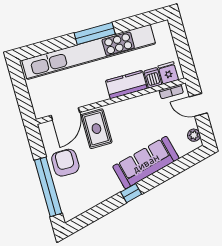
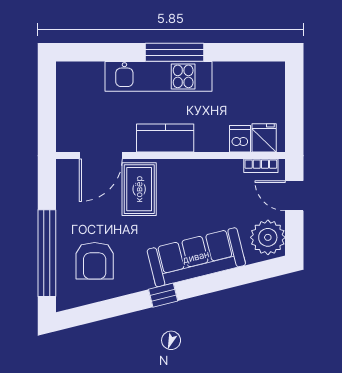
kitchen unit: (89, 52) -> (159, 76), width x0.54
kitchen counter: (126, 85) -> (165, 138), moved
plant: (194, 135) -> (268, 237), width x1.88, depth x1.88
armchair: (65, 163) -> (95, 261), moved, turned 180

